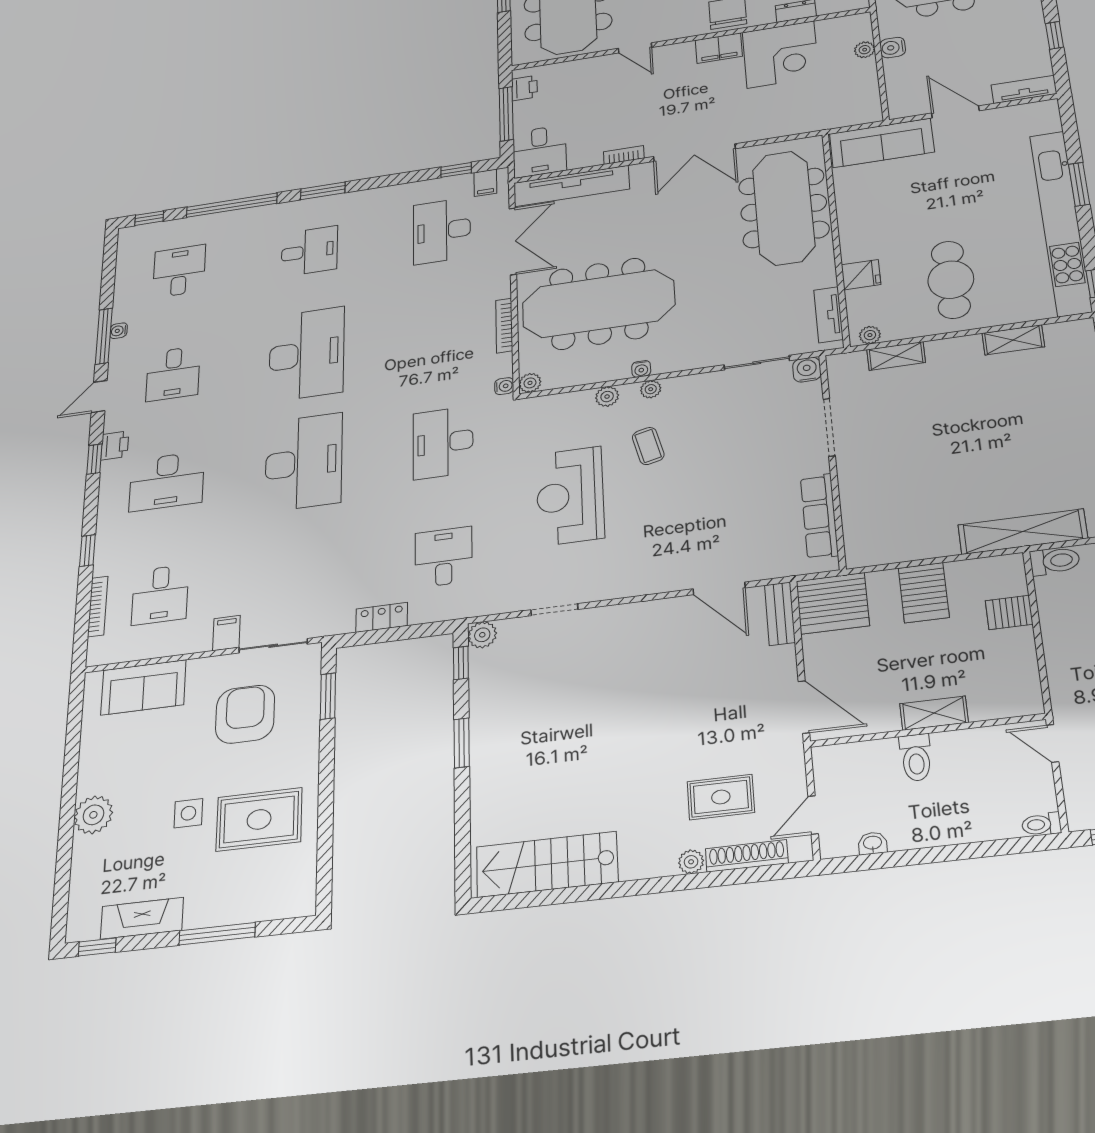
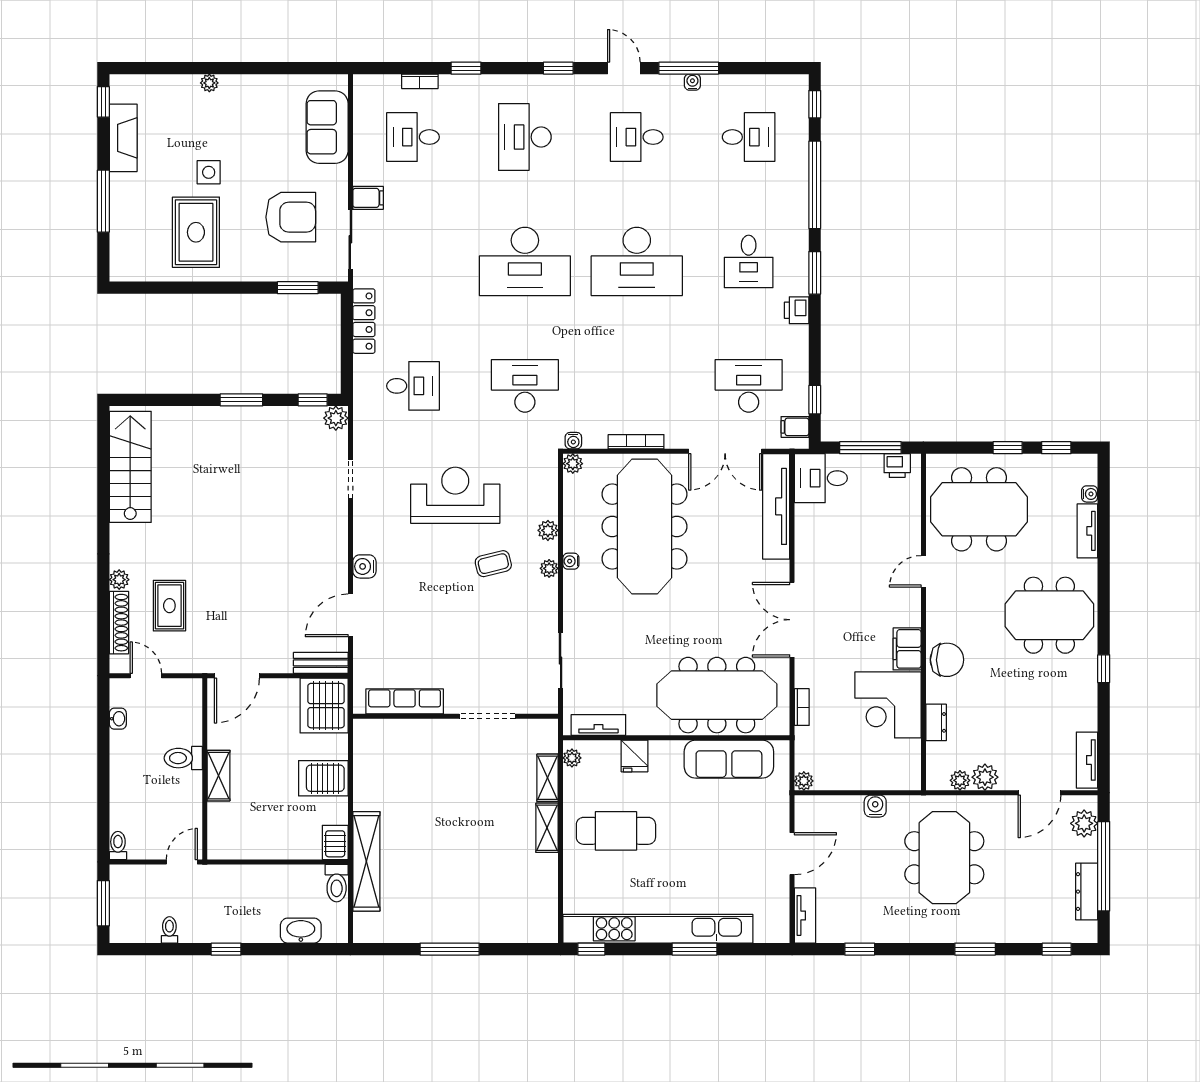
plant: (865, 50) -> (804, 781), moved
sofa: (882, 143) -> (729, 759), moved, turned -90
bookcase: (624, 155) -> (802, 707), moved
shelving: (1013, 340) -> (547, 828), moved
water cooler: (807, 370) -> (364, 566), moved, turned 180
printer: (115, 445) -> (797, 310), moved, turned 90
bookcase: (98, 606) -> (420, 81), width x0.64
server rack: (1009, 612) -> (335, 842), moved
locker: (382, 617) -> (364, 321), width x1.53
plant: (93, 815) -> (209, 83), width x0.53, depth x0.53

